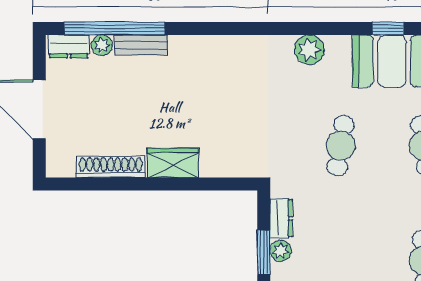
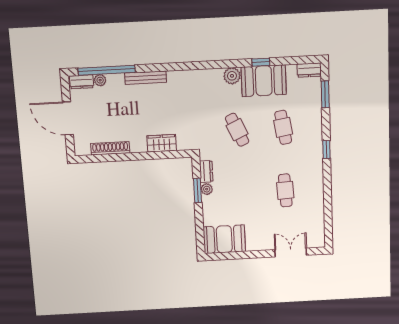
bench: (141, 45) -> (146, 78), moved, width x1.36
plant: (309, 50) -> (232, 76), moved
cafe table: (341, 146) -> (237, 130), turned -33
wardrobe: (173, 163) -> (162, 143), moved

